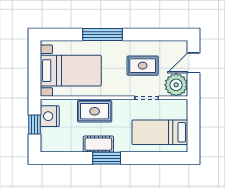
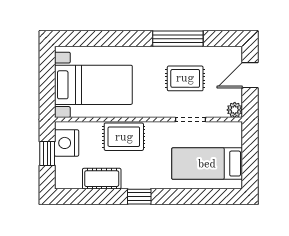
window: (103, 34) -> (178, 39), moved
plant: (176, 85) -> (235, 110), width x0.53, depth x0.53
cot: (98, 144) -> (102, 179), moved
window: (107, 158) -> (139, 197), width x0.67

